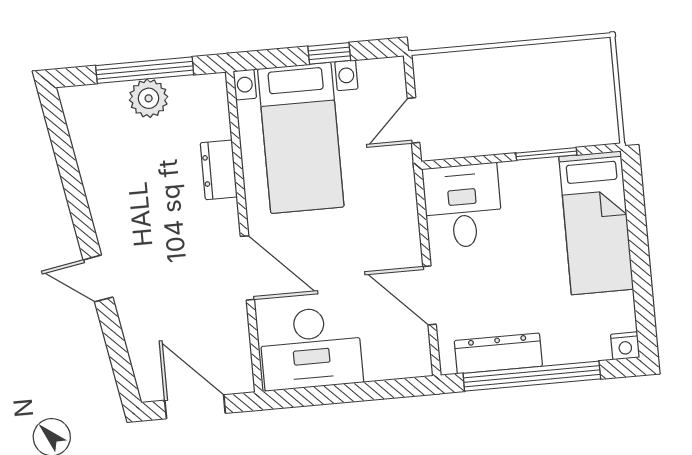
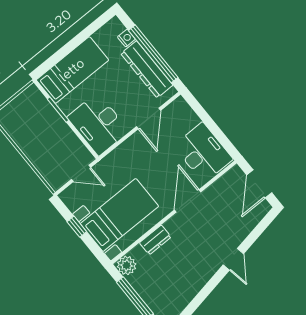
plant: (149, 98) -> (127, 265), moved
desk: (463, 206) -> (98, 124), width x1.37
nightstand: (625, 346) -> (126, 38), moved
dresser: (498, 353) -> (147, 69), width x1.37, depth x1.24

